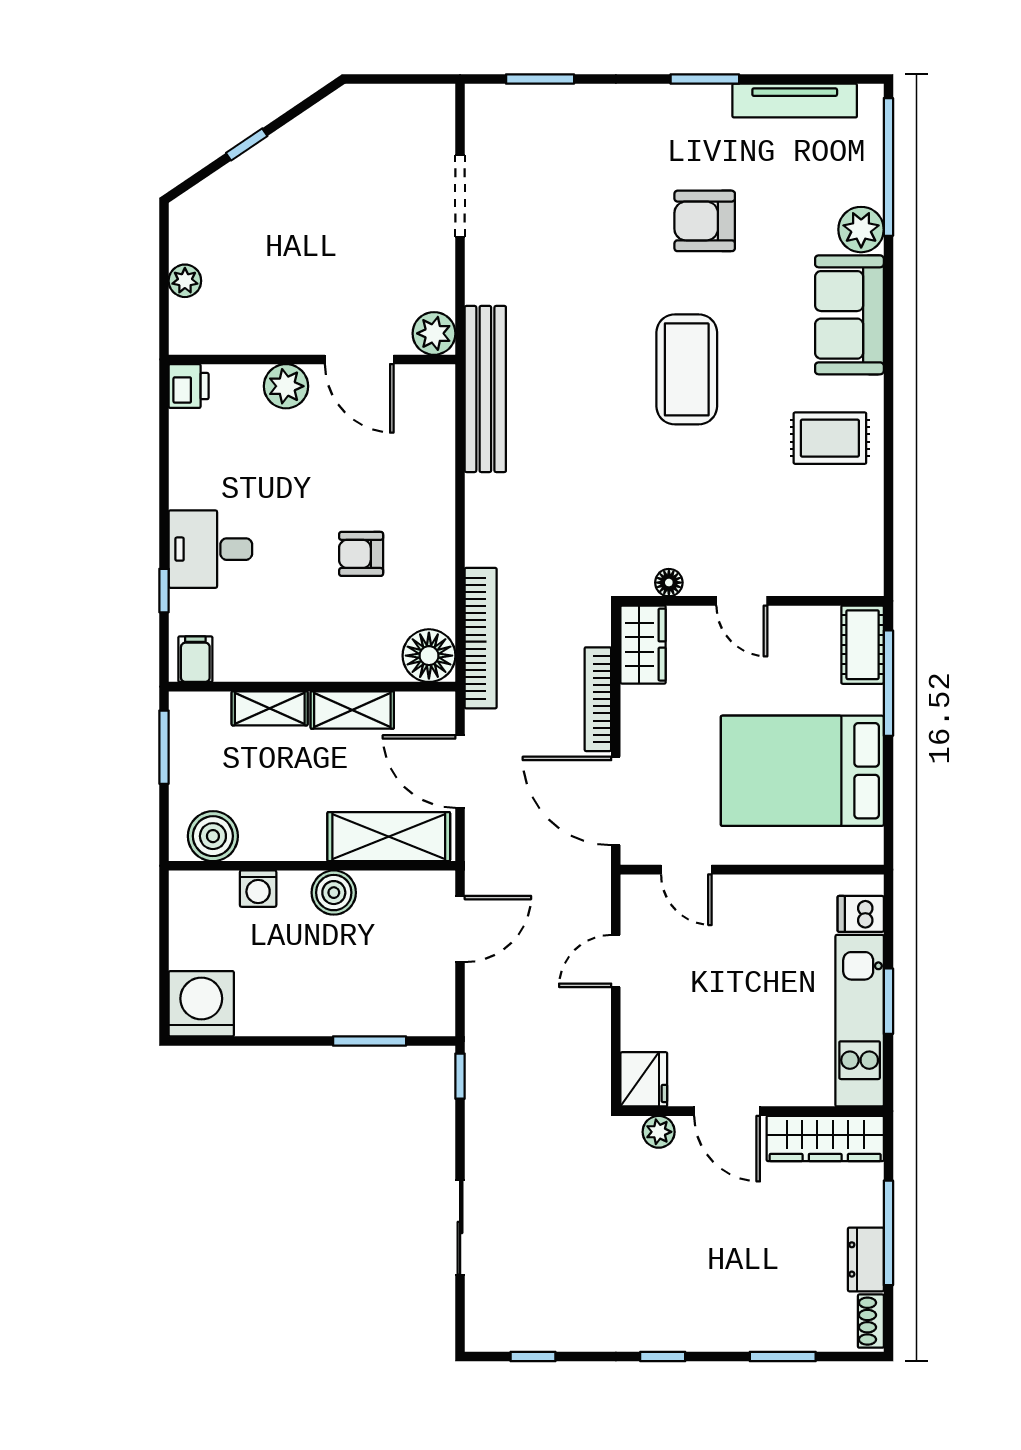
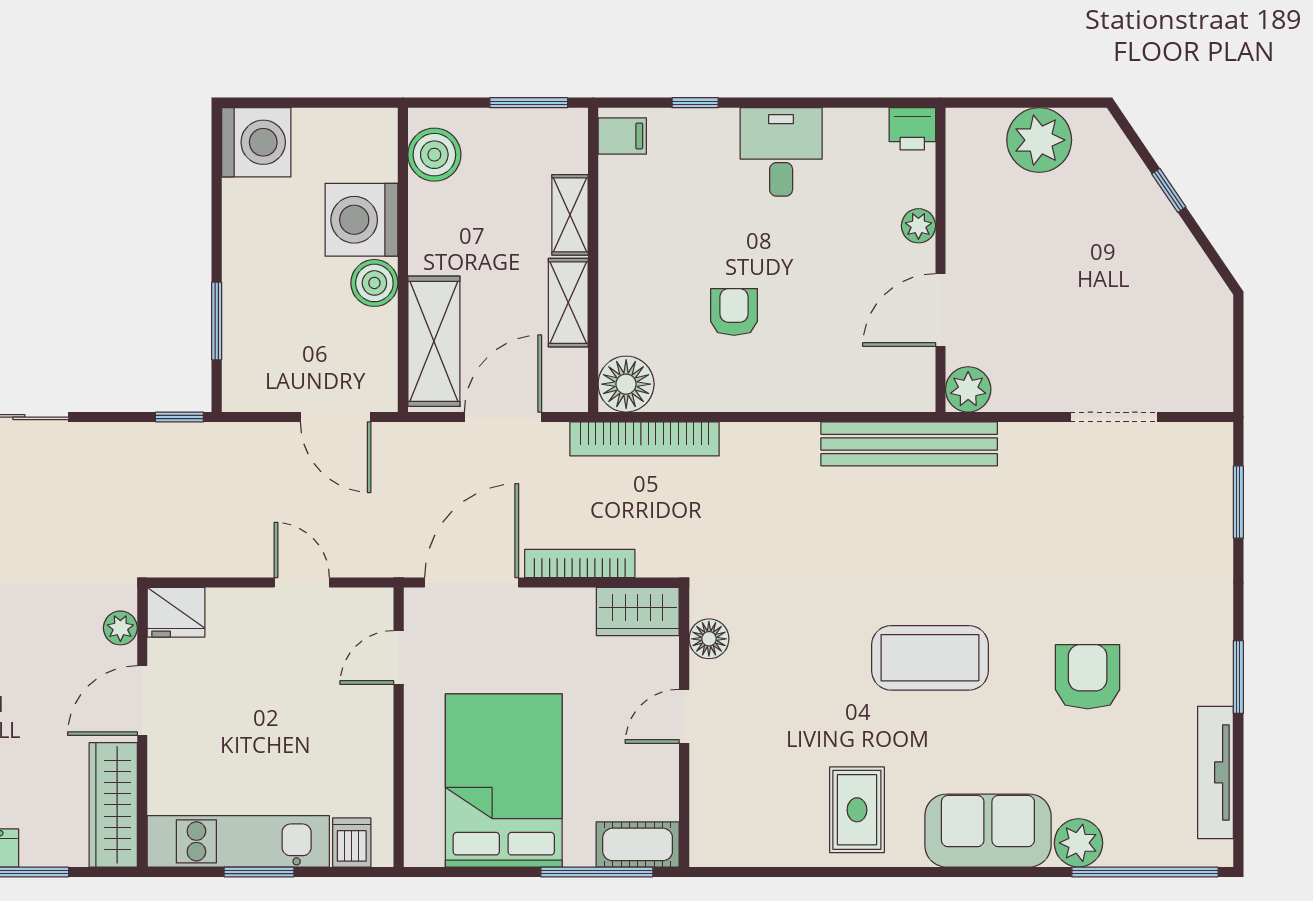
plant: (185, 281) -> (1039, 140), width x1.88, depth x1.88
plant: (286, 386) -> (918, 226), width x0.73, depth x0.73
desk: (210, 549) -> (781, 152), moved
floor lamp: (669, 583) -> (709, 639), width x1.37, depth x1.37
washing machine: (258, 889) -> (361, 220), width x1.89, depth x1.89

